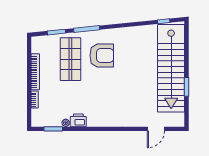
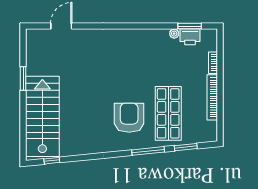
armchair: (102, 55) -> (129, 118), turned 90
stairs: (171, 68) -> (42, 116), width x0.73
printer: (78, 120) -> (190, 37), moved

